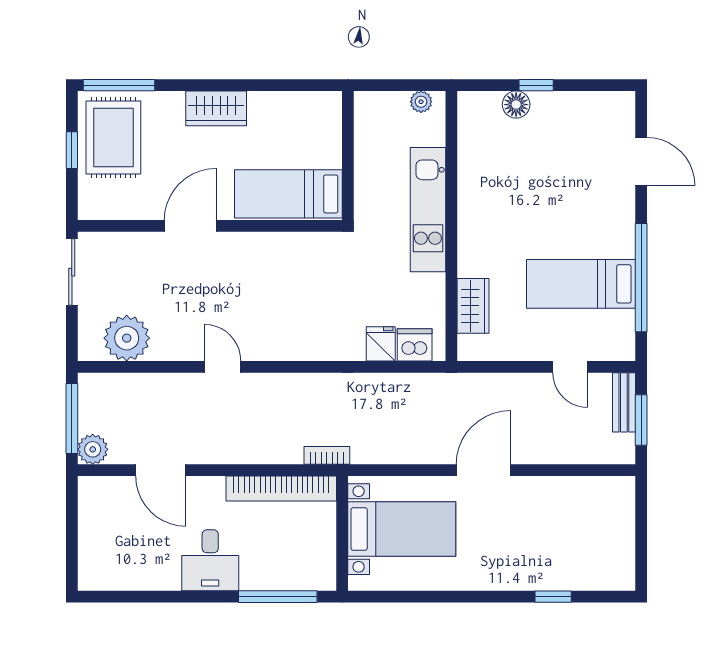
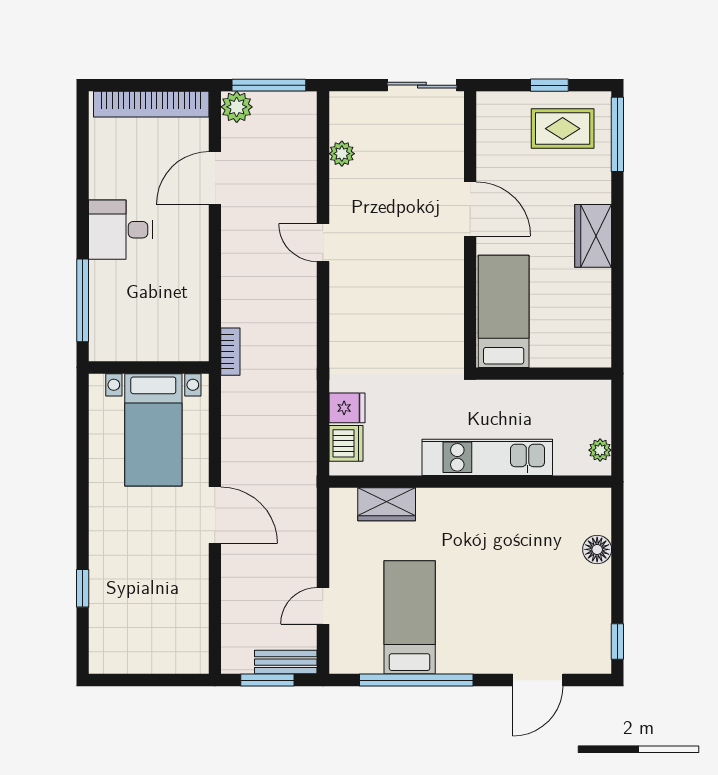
window: (536, 85) -> (617, 642), moved
rug: (113, 138) -> (563, 129), width x0.73, depth x0.70
plant: (127, 338) -> (342, 154), width x0.53, depth x0.53
door: (223, 367) -> (323, 243), swing flipped
bookcase: (281, 489) -> (151, 104), moved, turned -90

